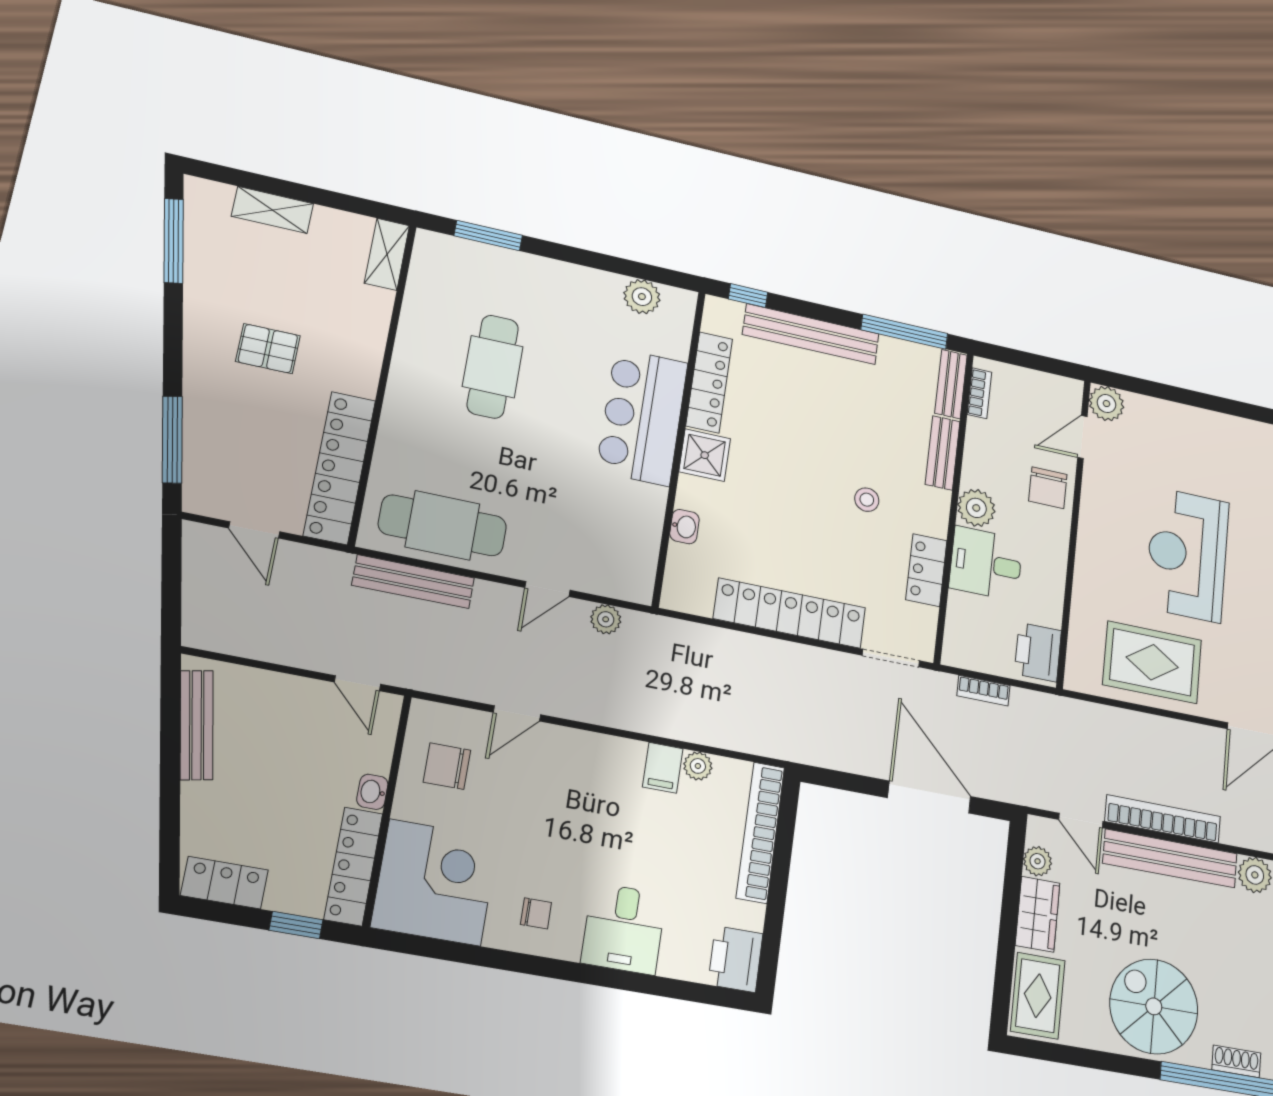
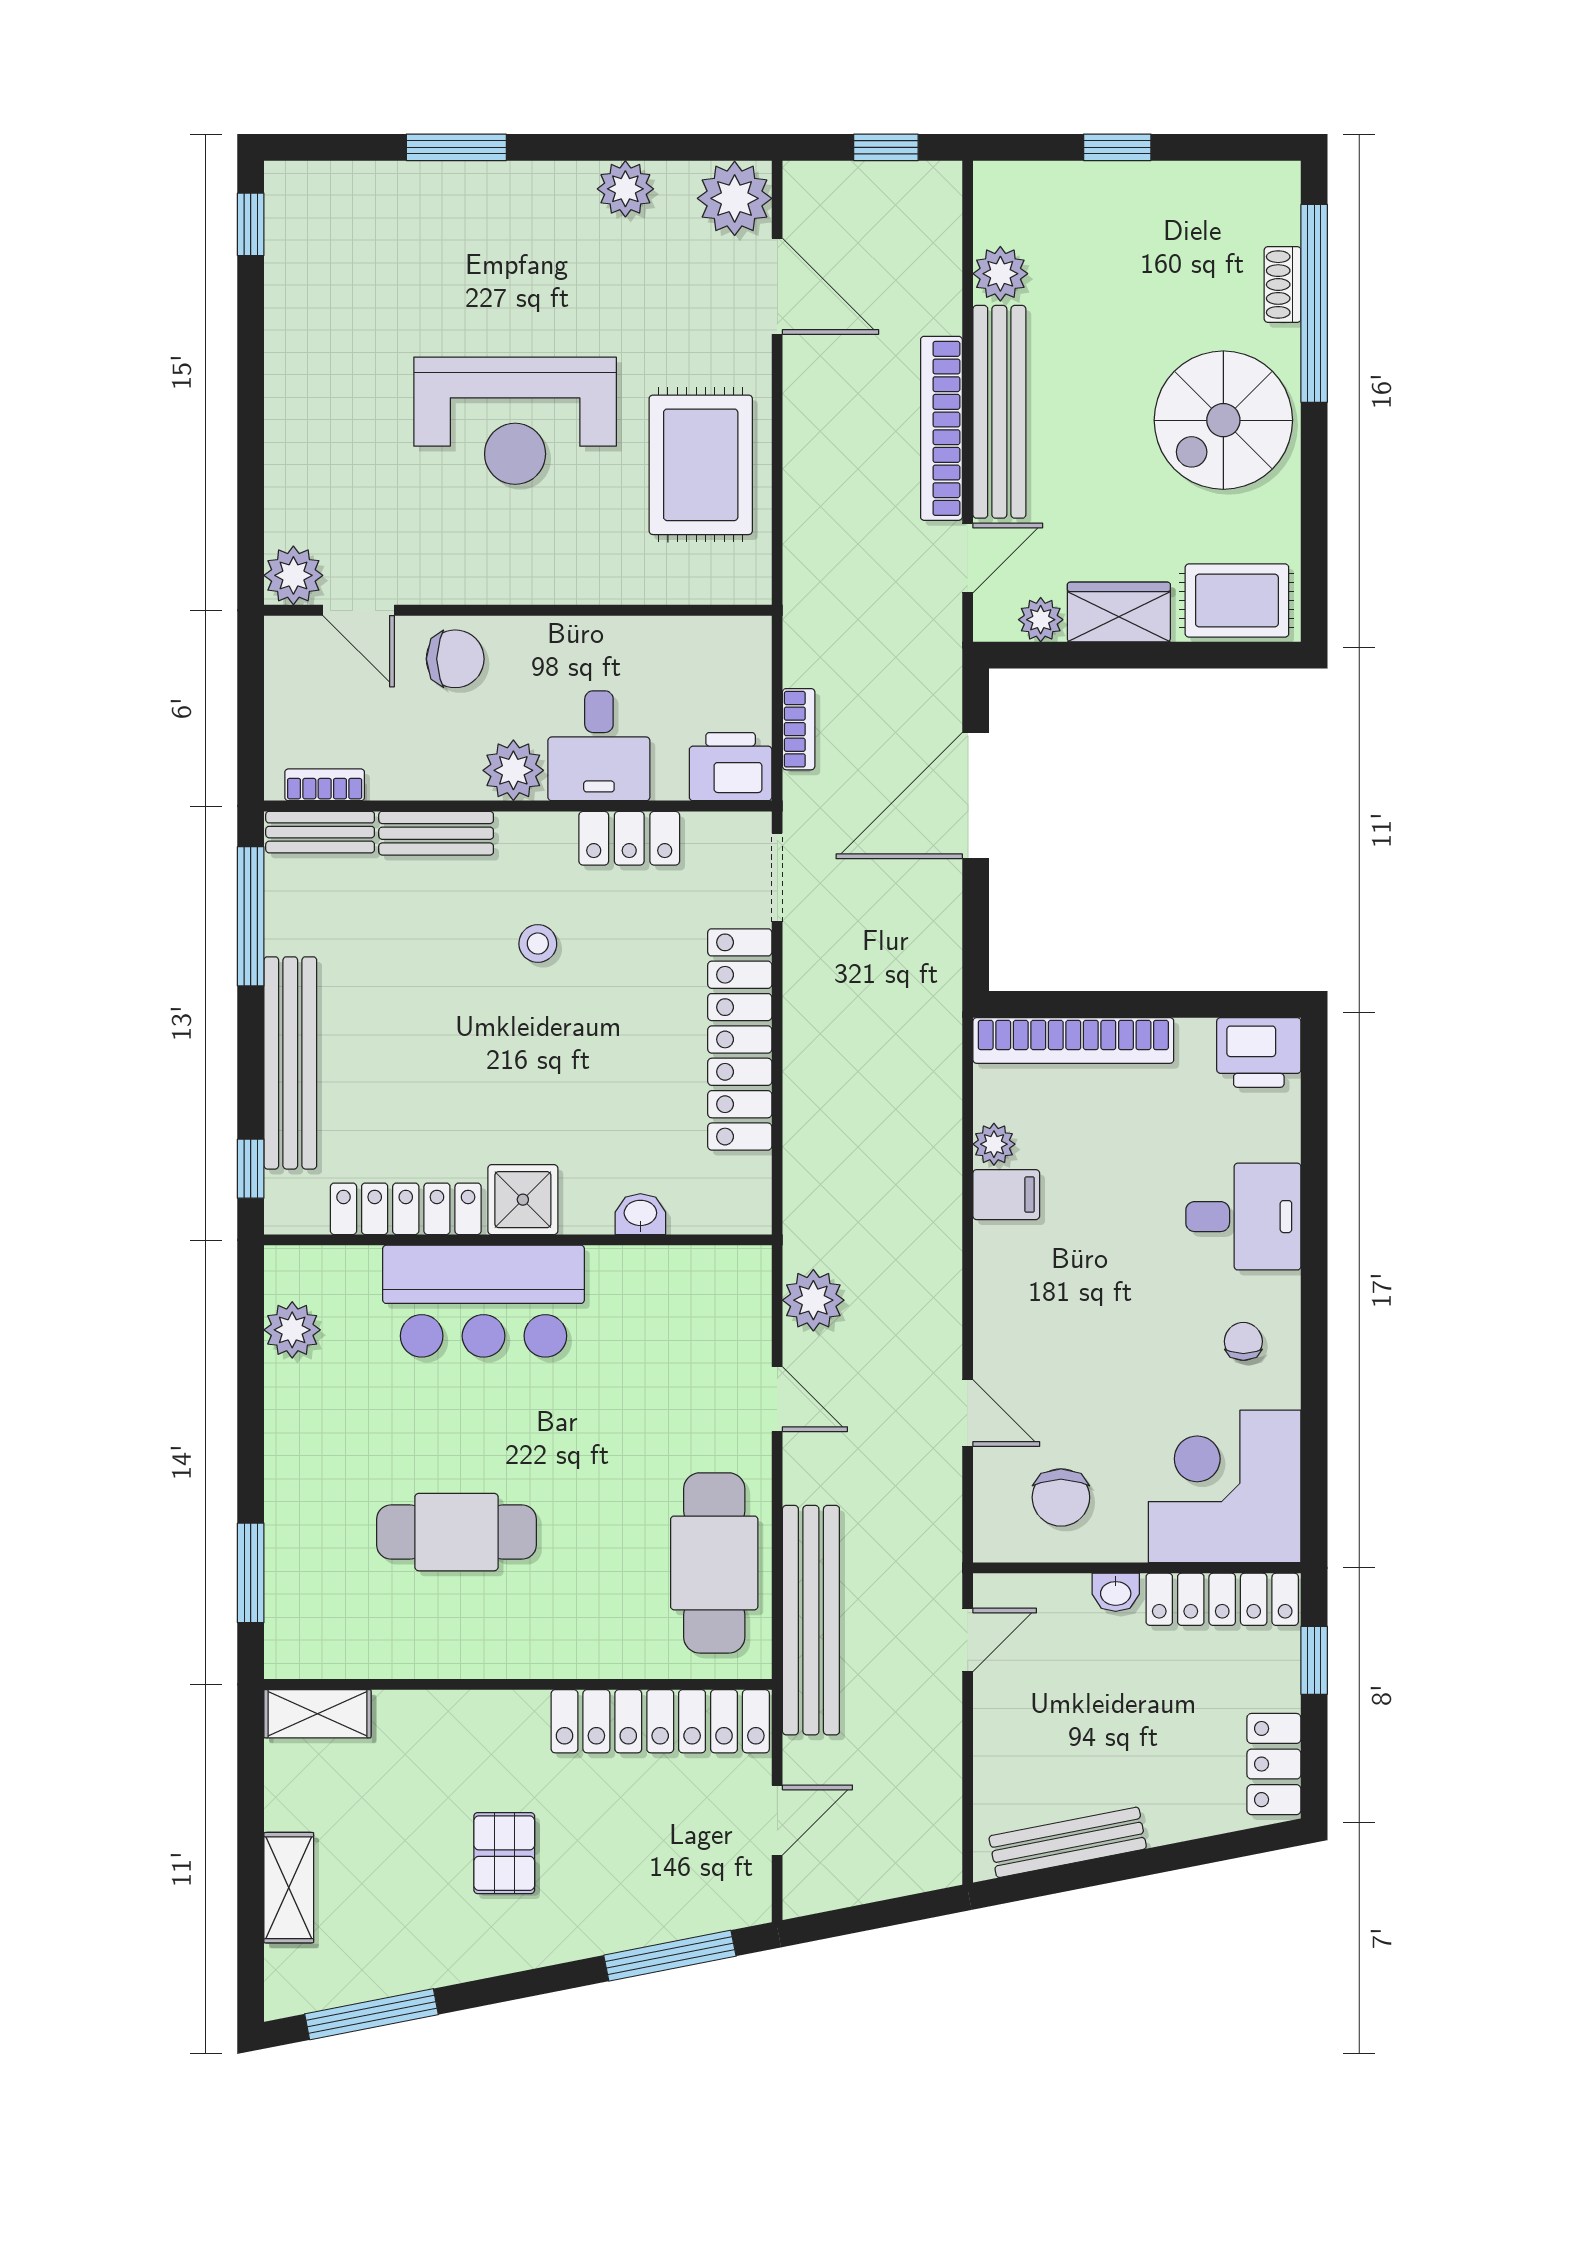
bench: (413, 582) -> (811, 1620), width x1.37, depth x1.21
plant: (606, 619) -> (813, 1300), width x1.38, depth x1.38
printer: (1038, 652) -> (731, 767), moved, turned 180

